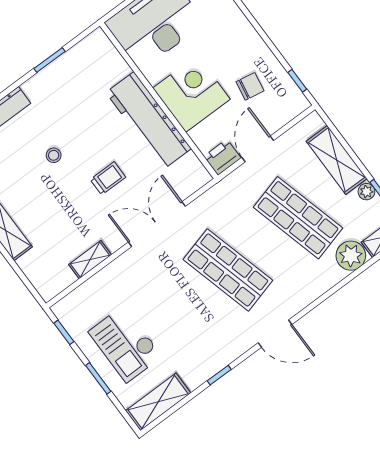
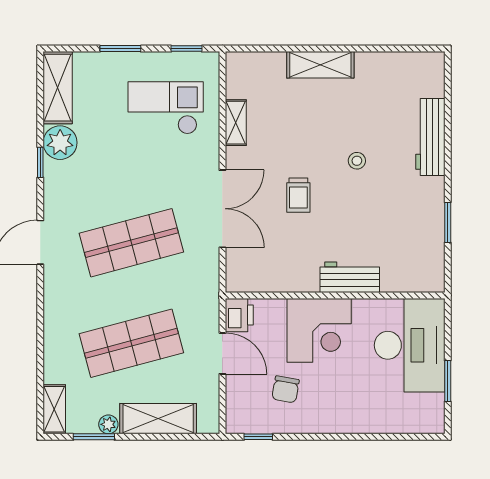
workbench: (149, 121) -> (350, 277), width x0.53, depth x0.76
plant: (351, 256) -> (60, 143), moved
checkout: (125, 344) -> (166, 108), moved

